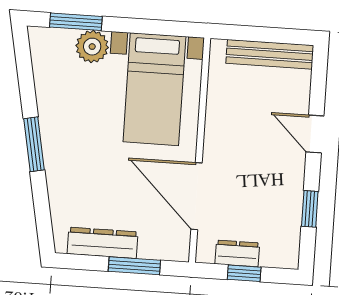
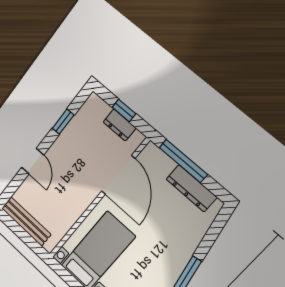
window: (134, 266) -> (183, 161), width x1.44

